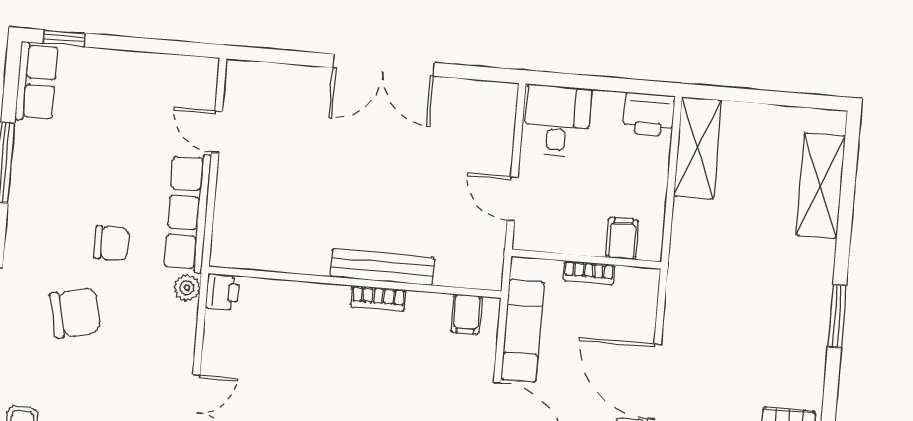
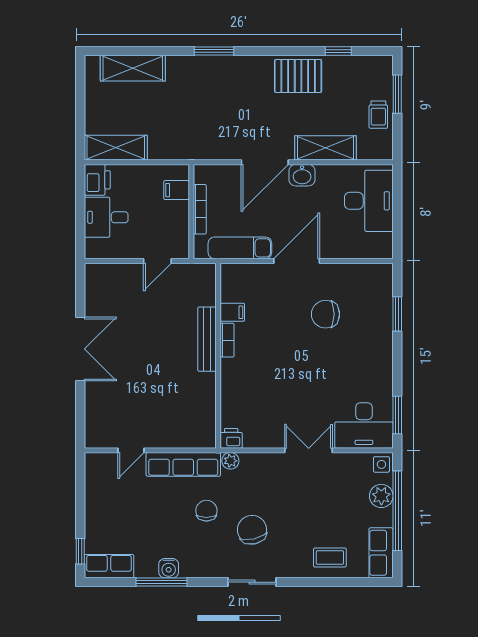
desk: (557, 121) -> (106, 217), moved
water cooler: (25, 176) -> (169, 568), added
bookcase: (589, 273) -> (200, 209), width x1.56
filing cabinet: (467, 314) -> (232, 312), moved

